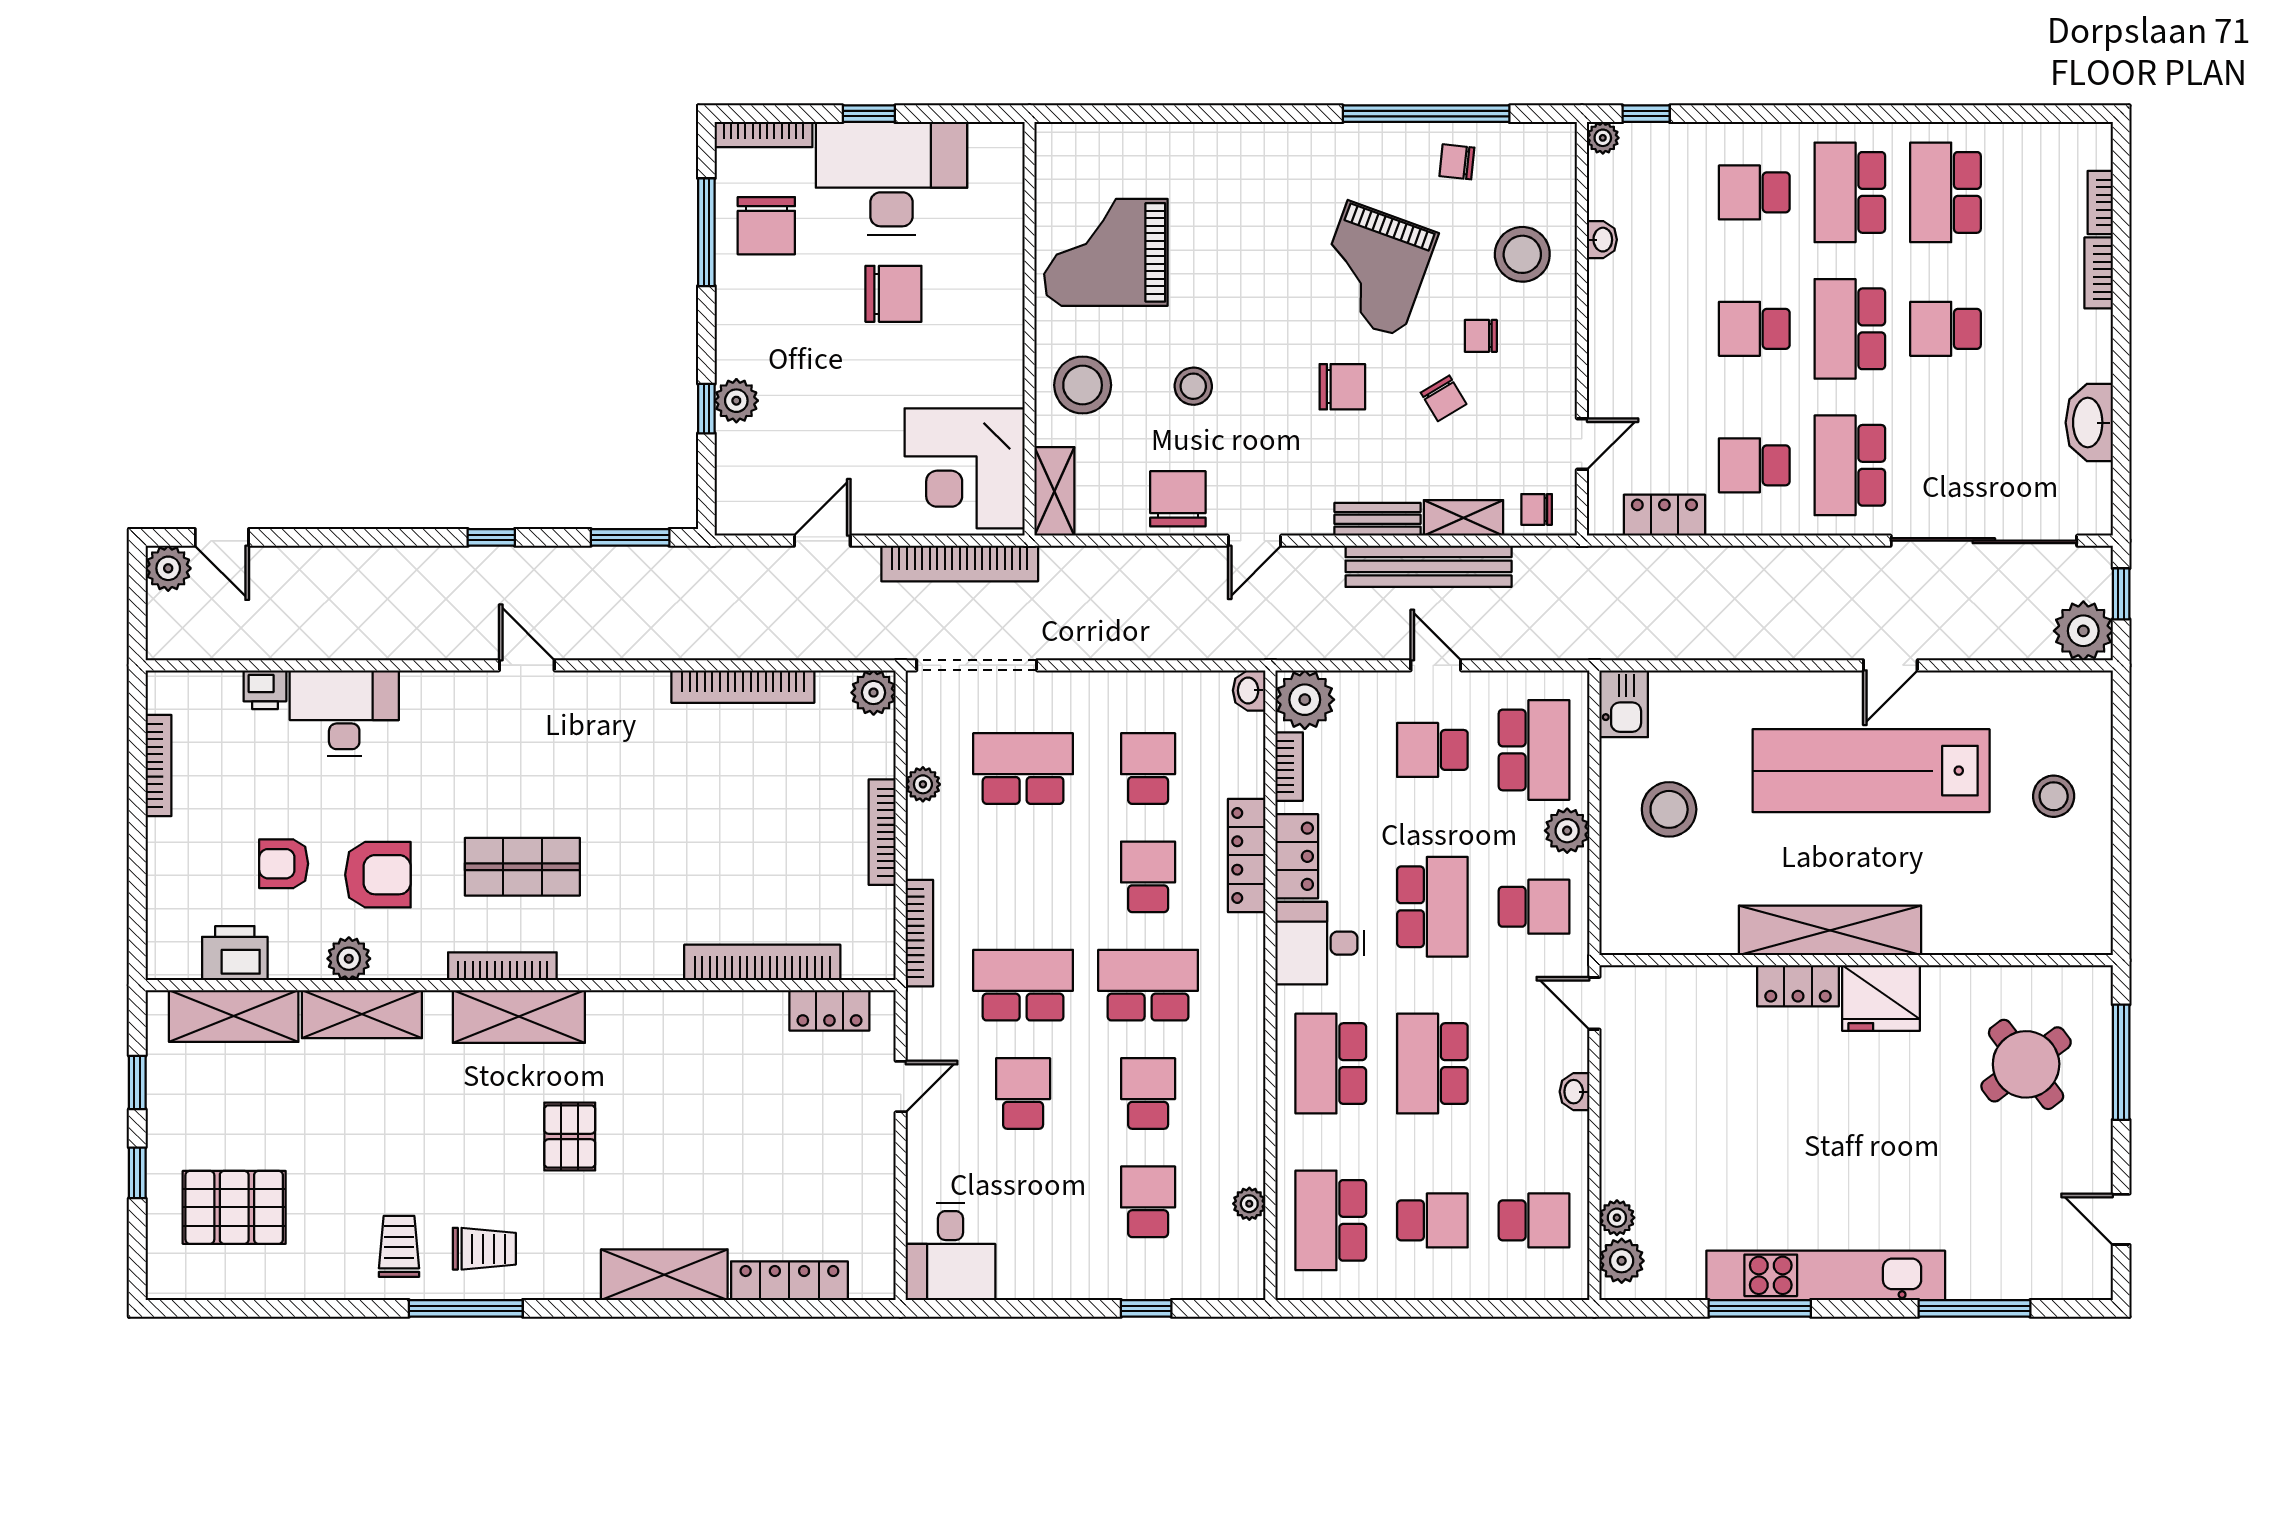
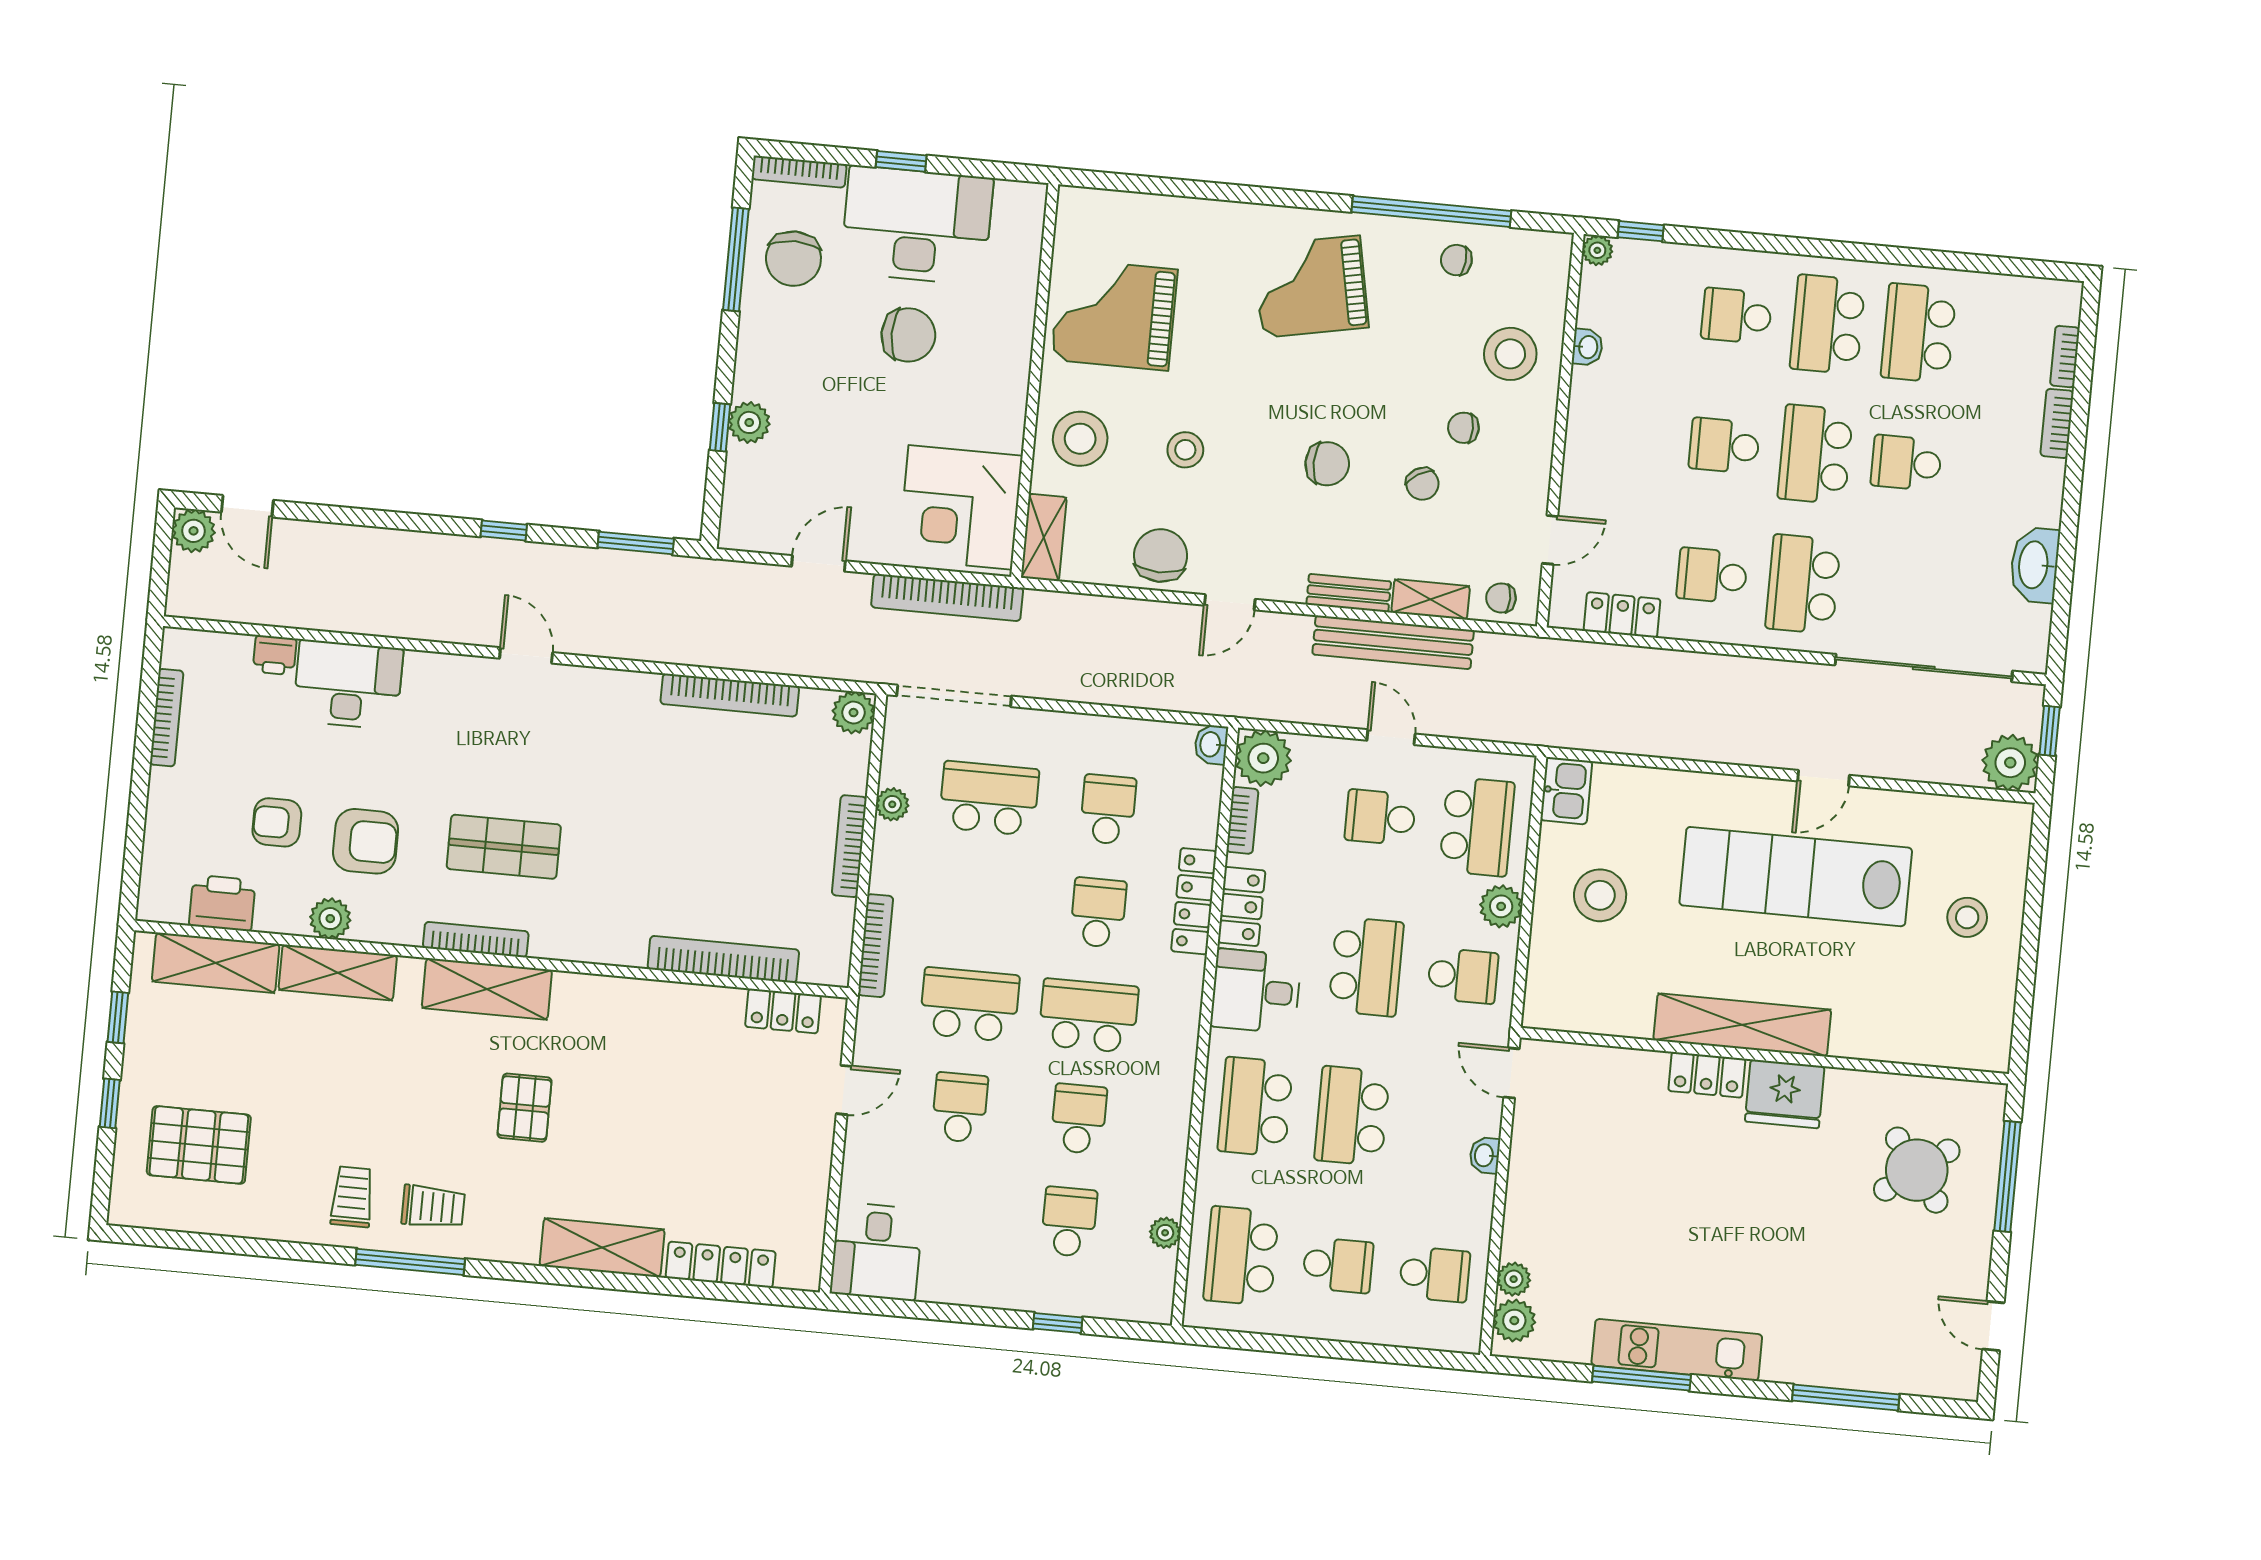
grand piano: (1374, 269) -> (1311, 287), moved, turned 59
kitchen unit: (1826, 1275) -> (1677, 1350), width x0.73

